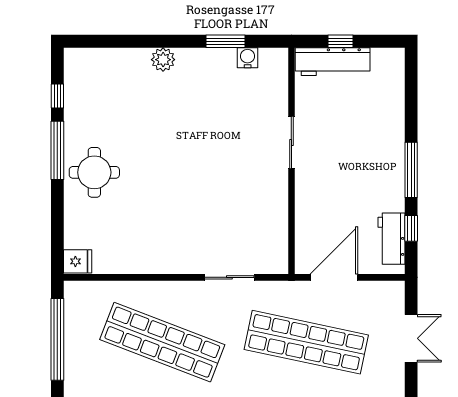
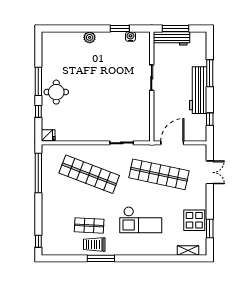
window: (341, 41) -> (176, 29), width x2.17
window: (57, 96) -> (38, 111), moved
window: (411, 170) -> (210, 73), moved
workbench: (391, 239) -> (198, 90), moved, width x1.88, depth x1.32

